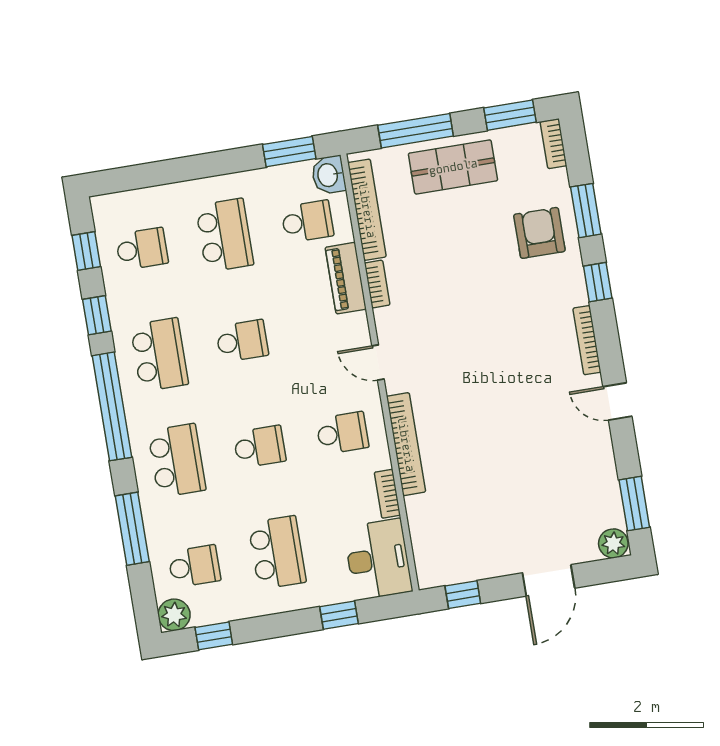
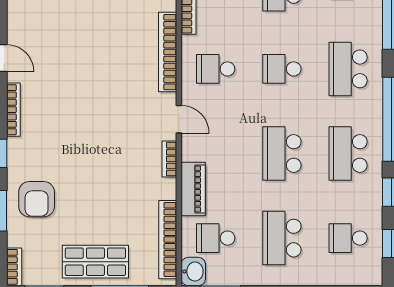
bookcase: (377, 284) -> (169, 159), moved
school desk: (242, 341) -> (282, 153), width x1.85

